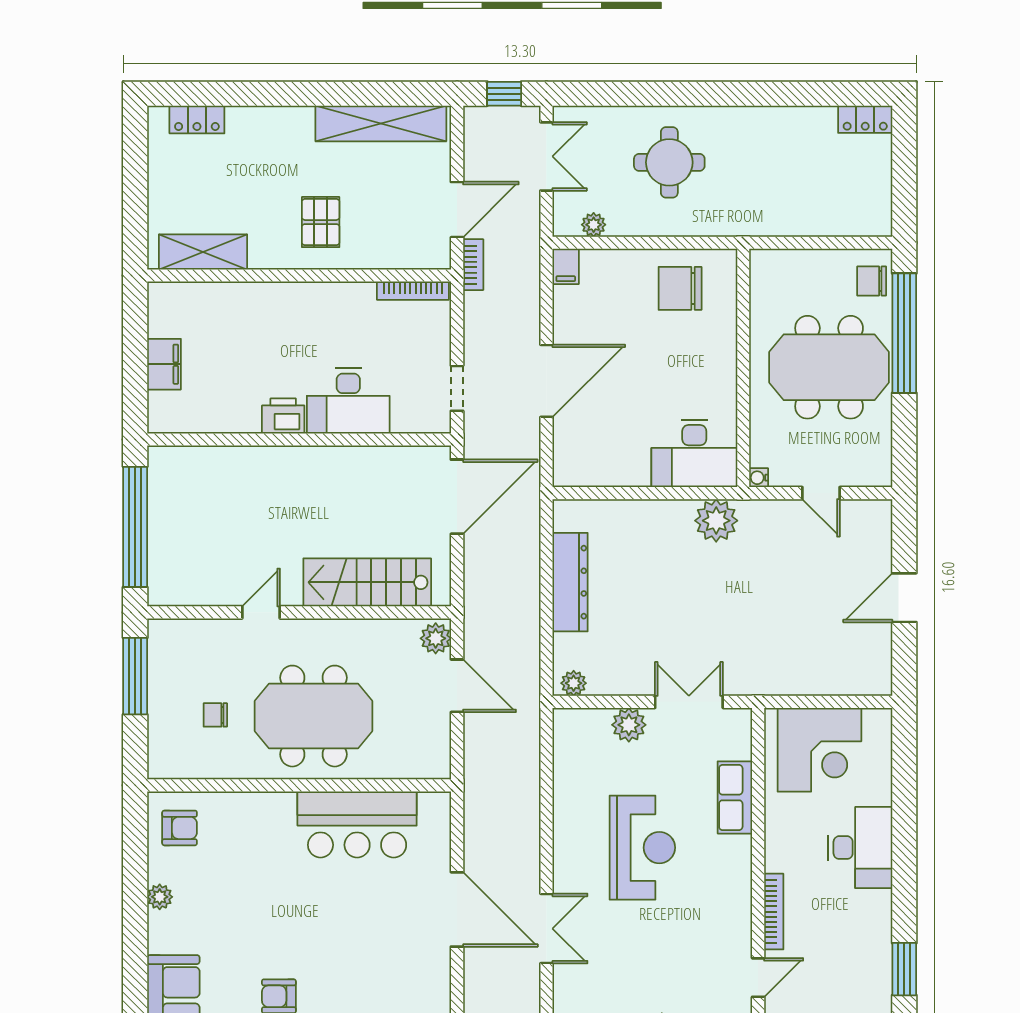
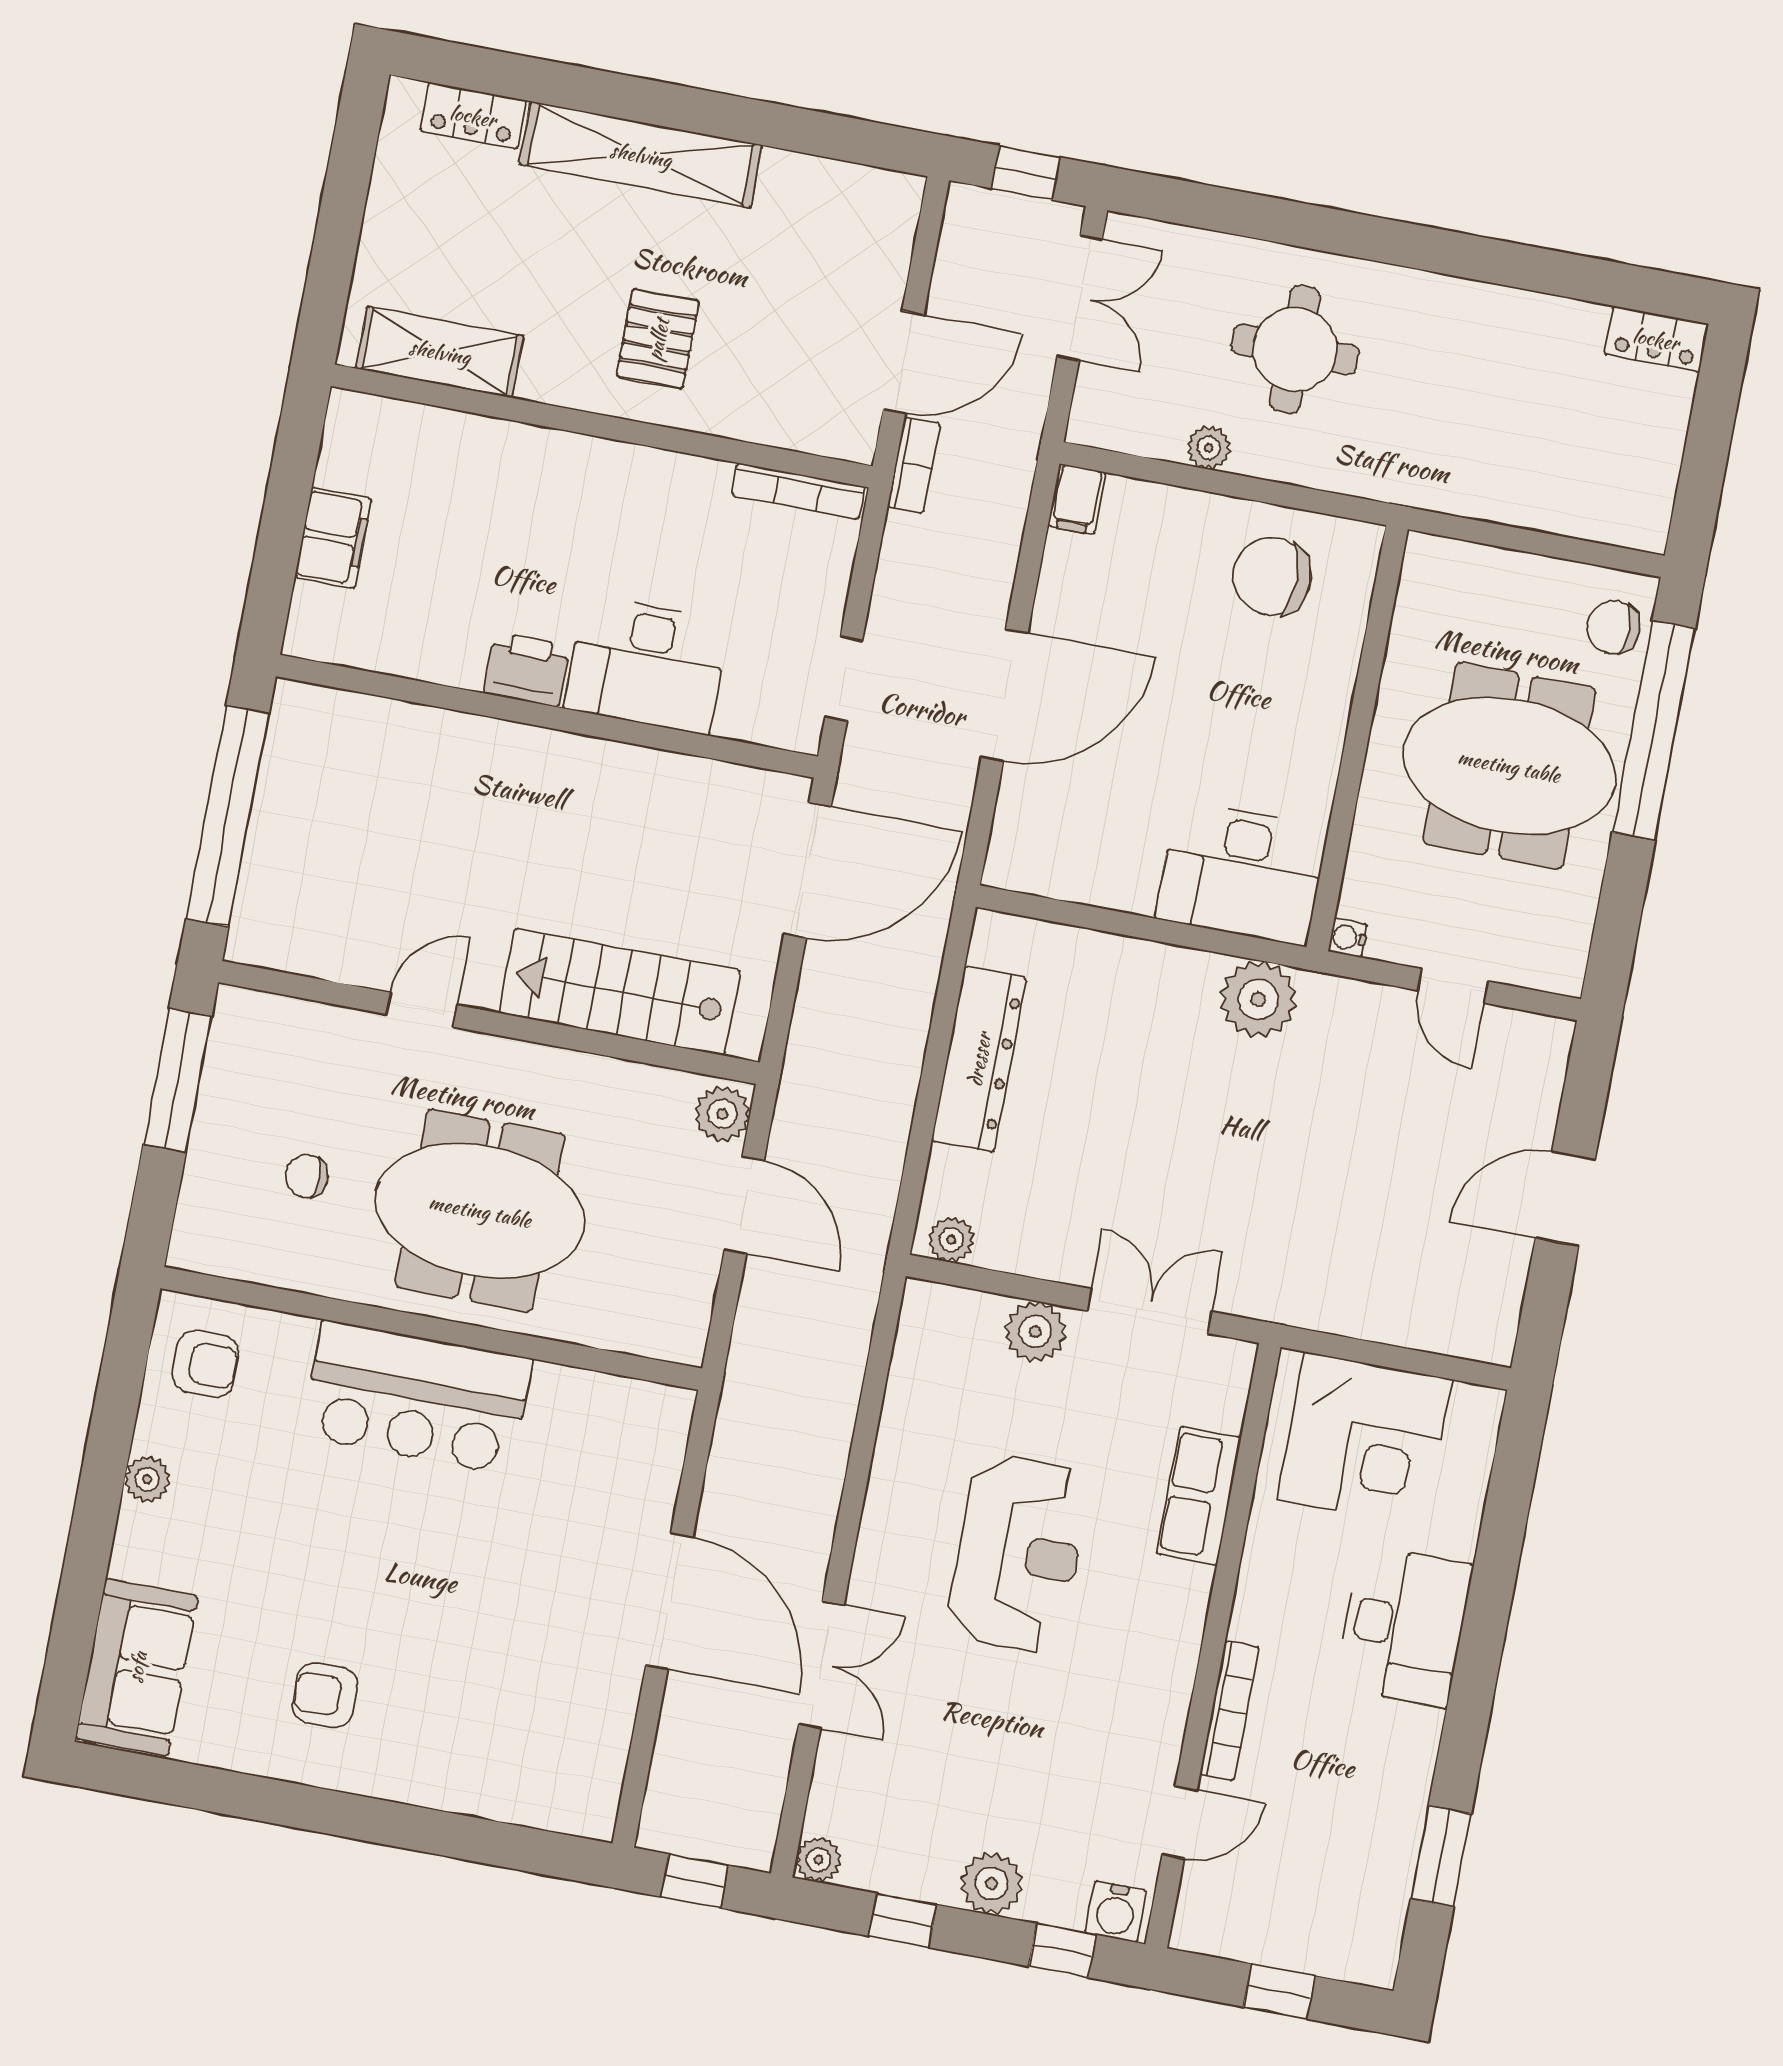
shelving: (381, 123) -> (641, 155), moved
plant: (594, 225) -> (1209, 448), moved
bar counter: (357, 824) -> (417, 1397), moved

